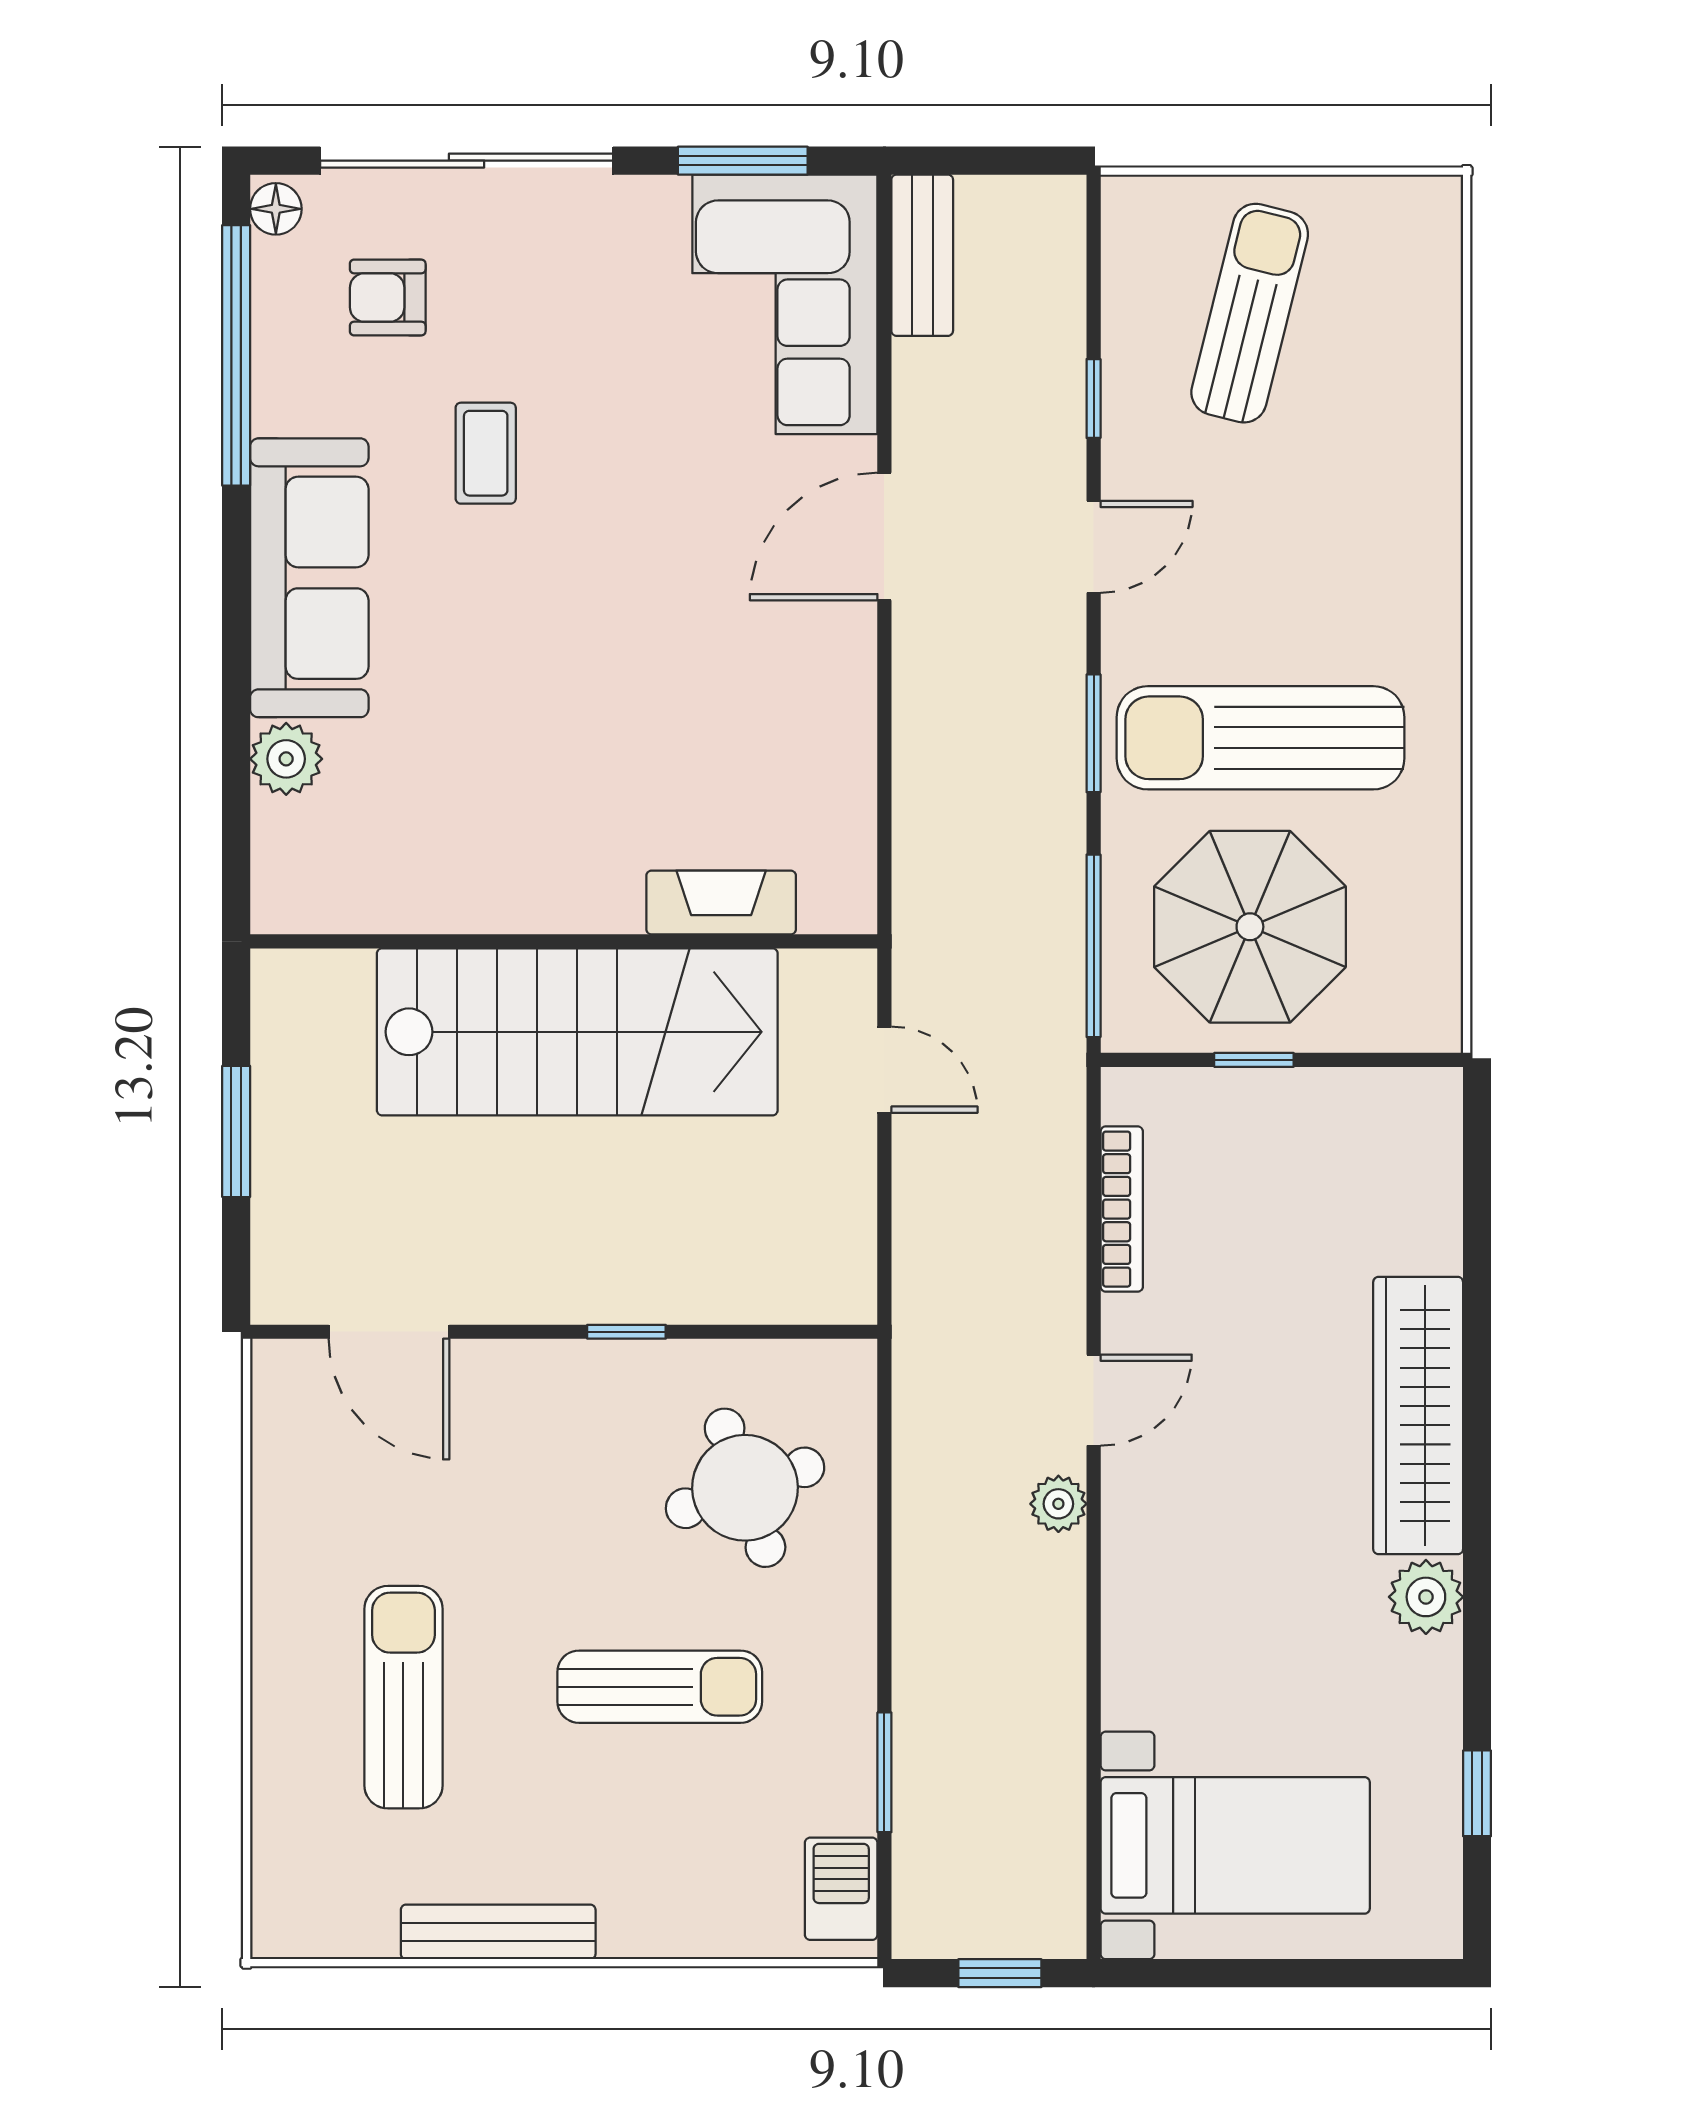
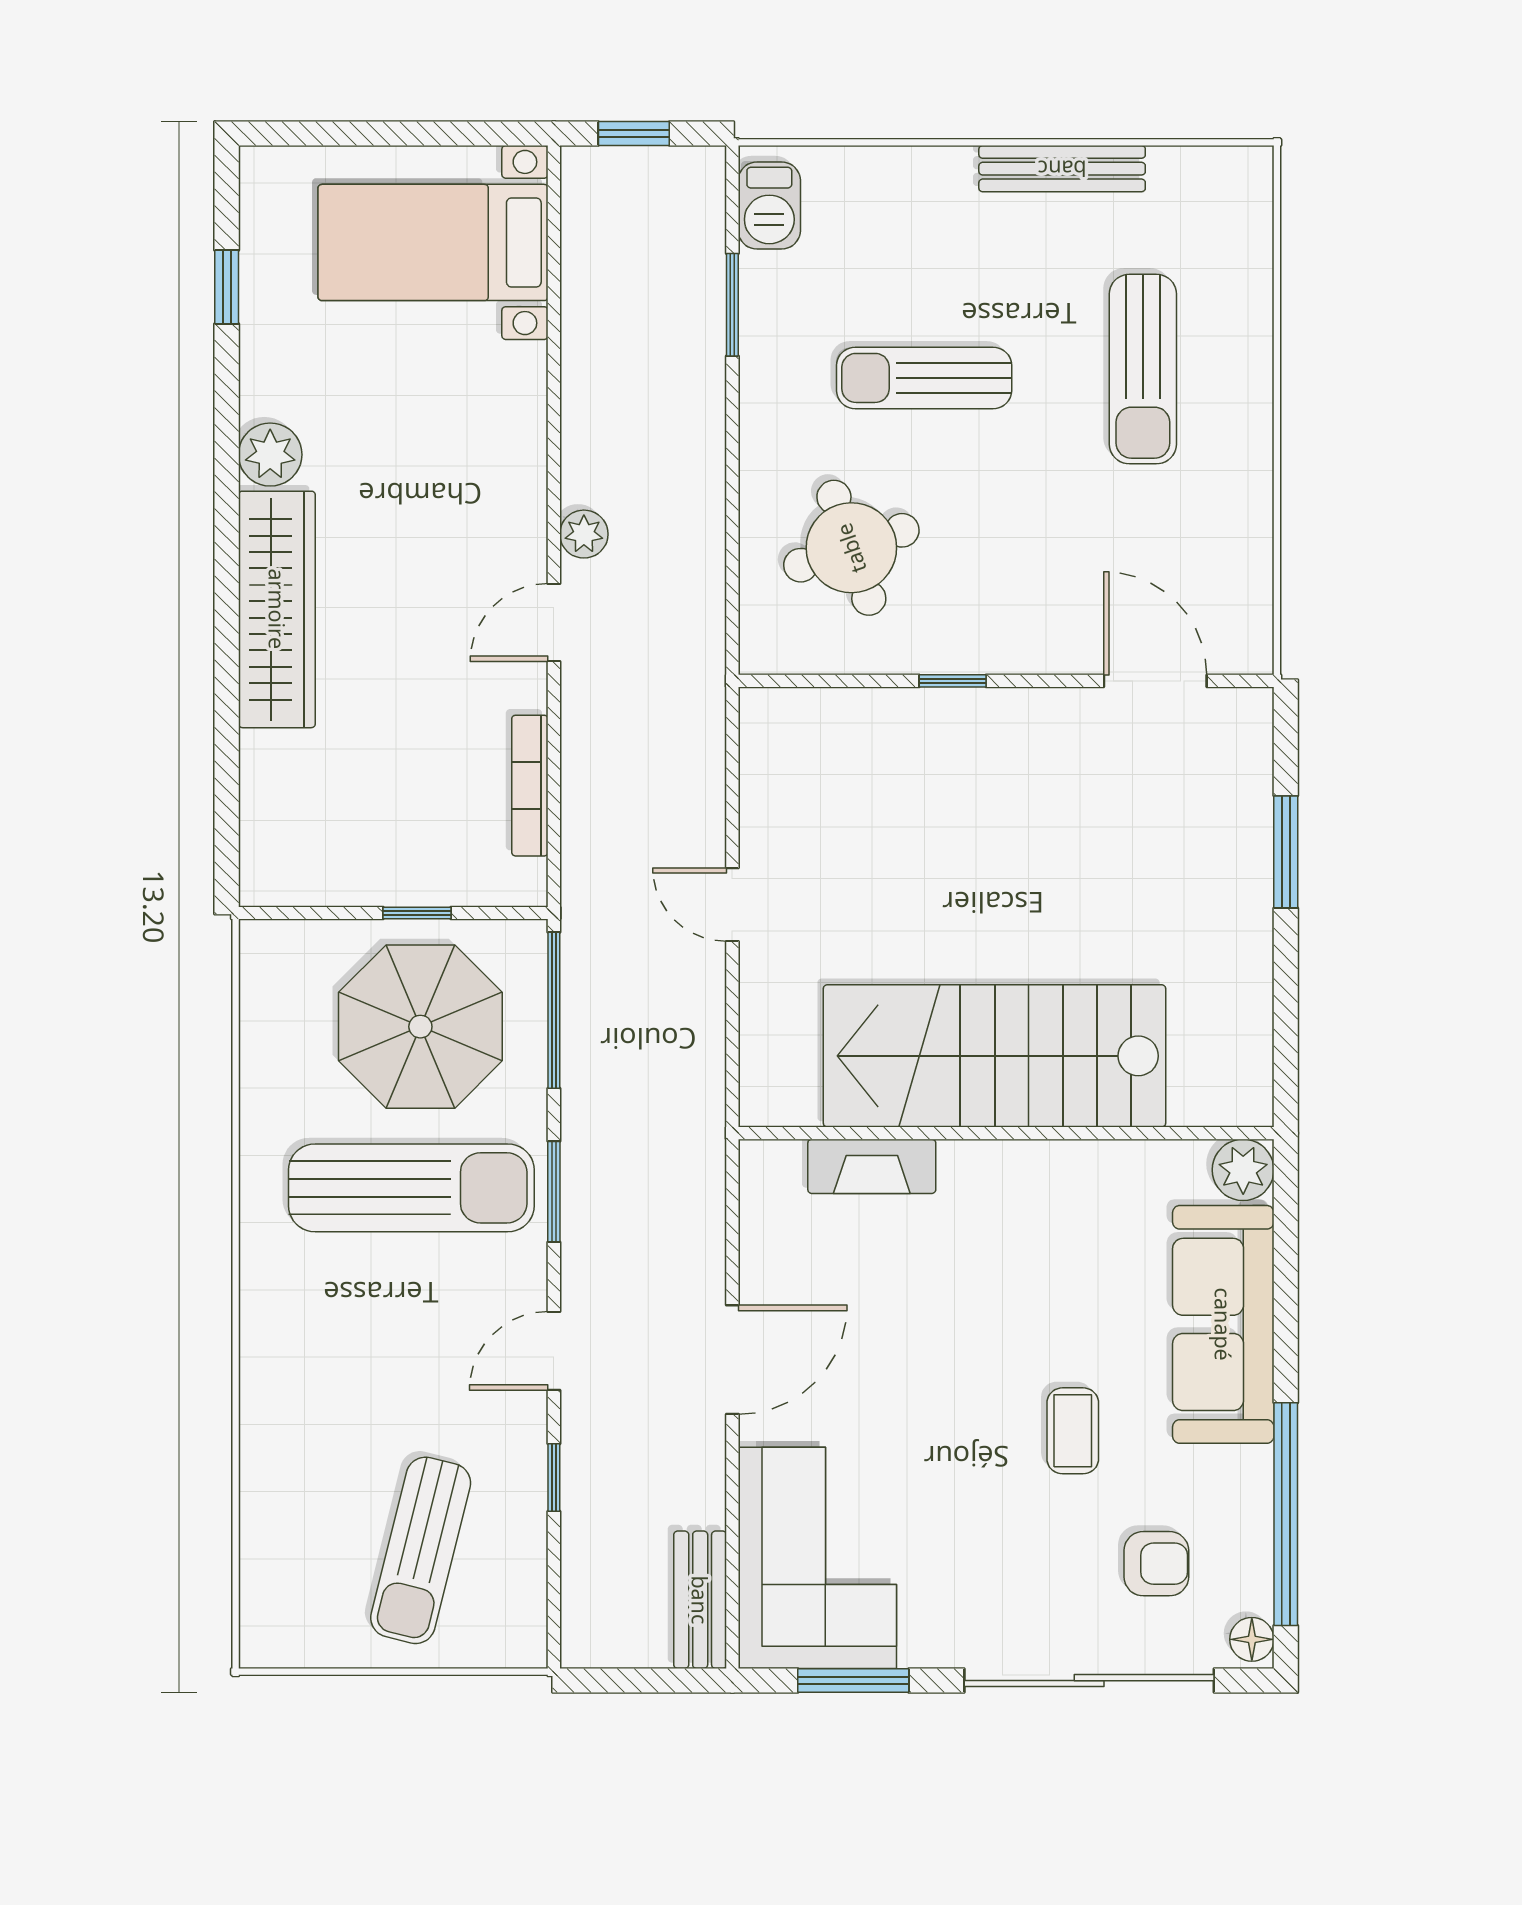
fireplace: (721, 902) -> (872, 1166), moved
wall: (564, 941) -> (1006, 1133), moved
stairs: (577, 1032) -> (995, 1056), moved

